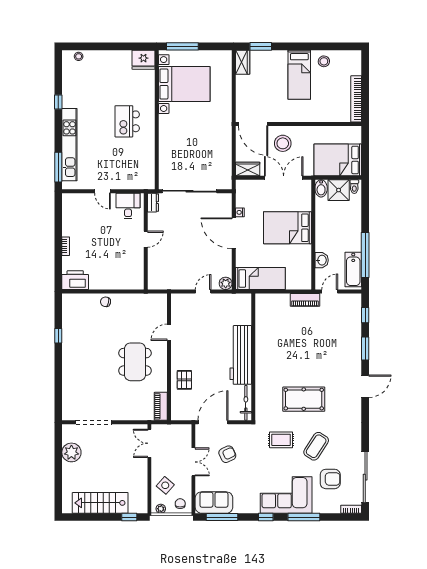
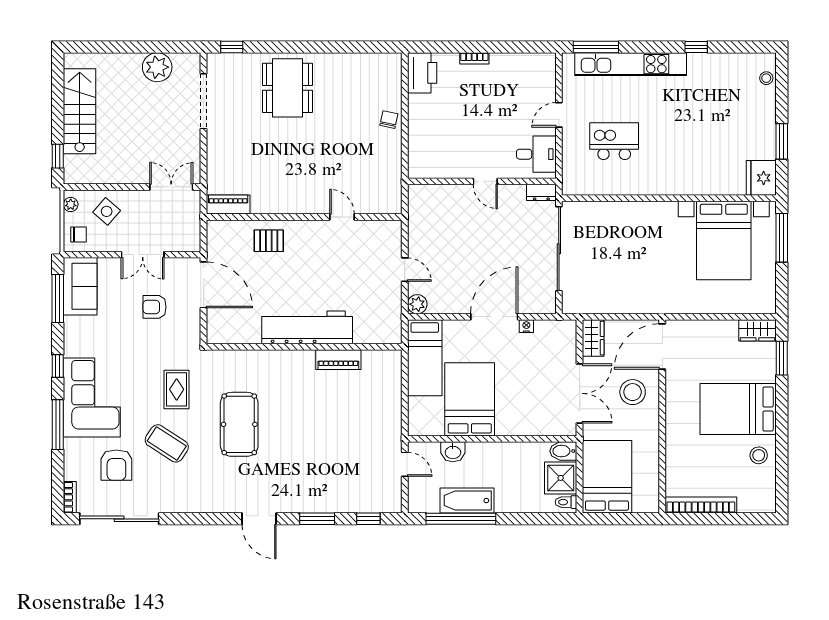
window: (120, 46) -> (782, 141), added
bed: (299, 75) -> (738, 409), width x1.50
kitchen island: (127, 121) -> (614, 141), moved
bed: (287, 228) -> (470, 399), moved
bathtub: (353, 270) -> (467, 501), moved
piano: (305, 300) -> (338, 360), moved, turned -90
window: (58, 336) -> (232, 47), moved
dining table: (135, 362) -> (287, 88), moved, turned 90
bicycle: (246, 403) -> (233, 335), removed
armchair: (227, 454) -> (154, 307), turned 115

